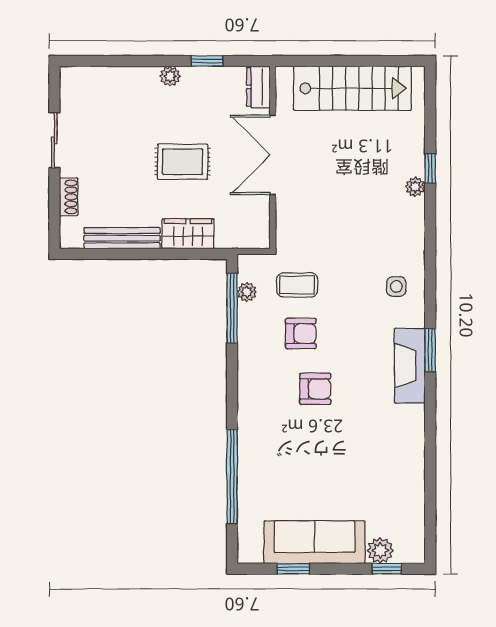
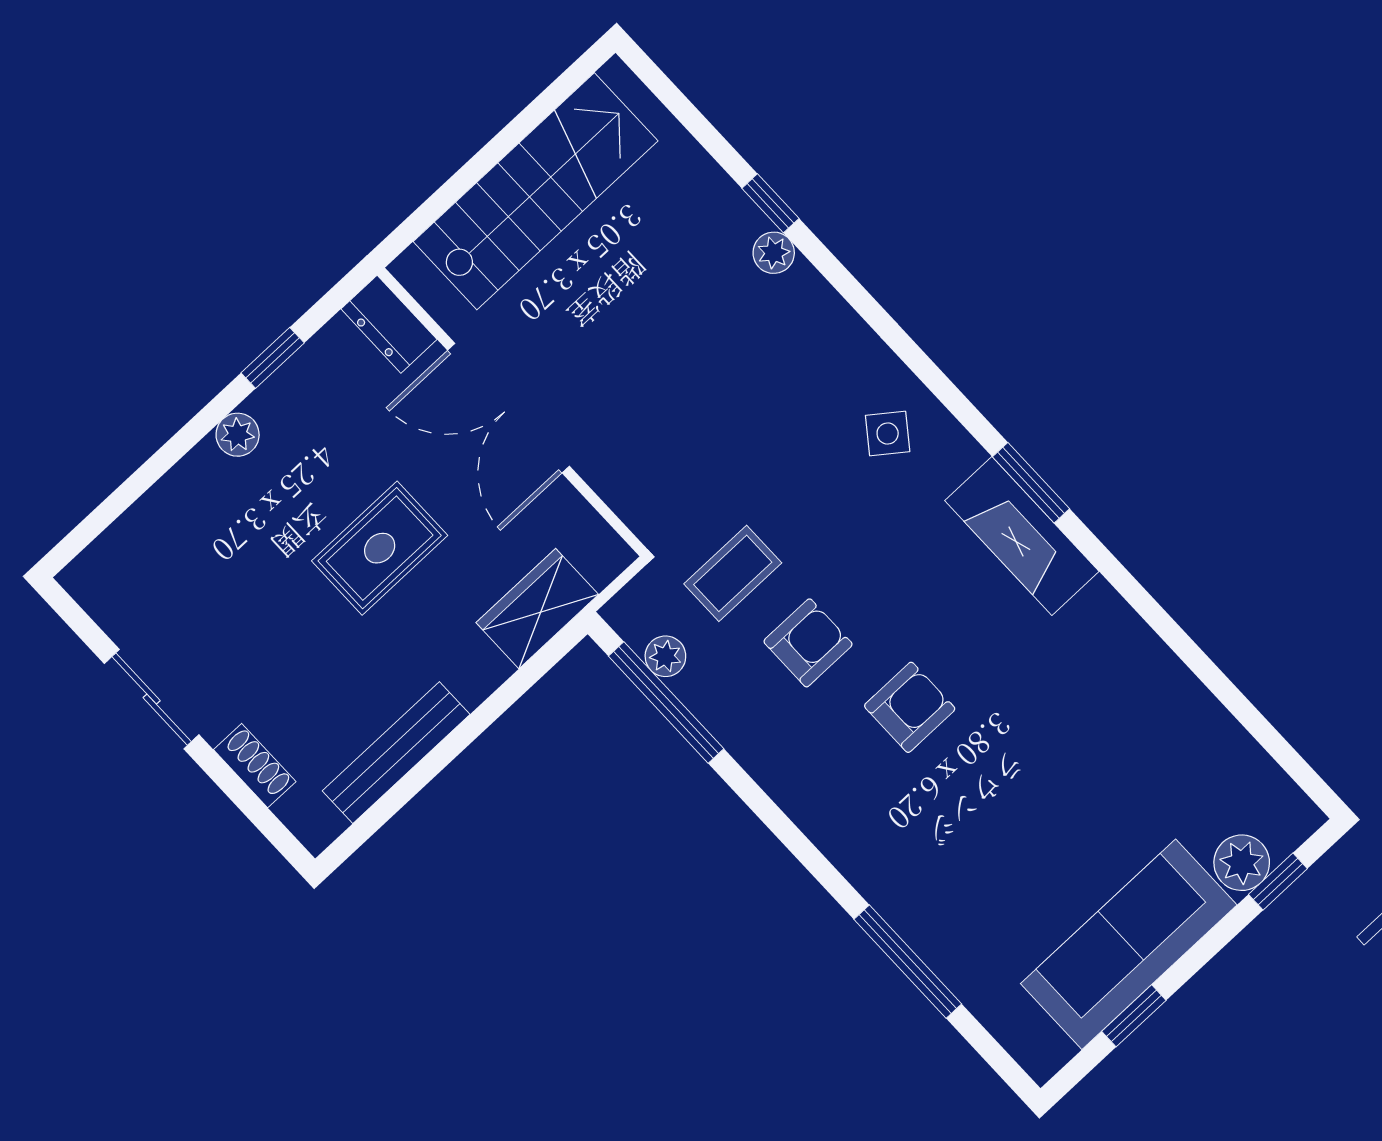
wardrobe: (188, 234) -> (537, 609), moved
side table: (396, 287) -> (888, 433), turned 37
window: (232, 477) -> (908, 962), width x0.68

